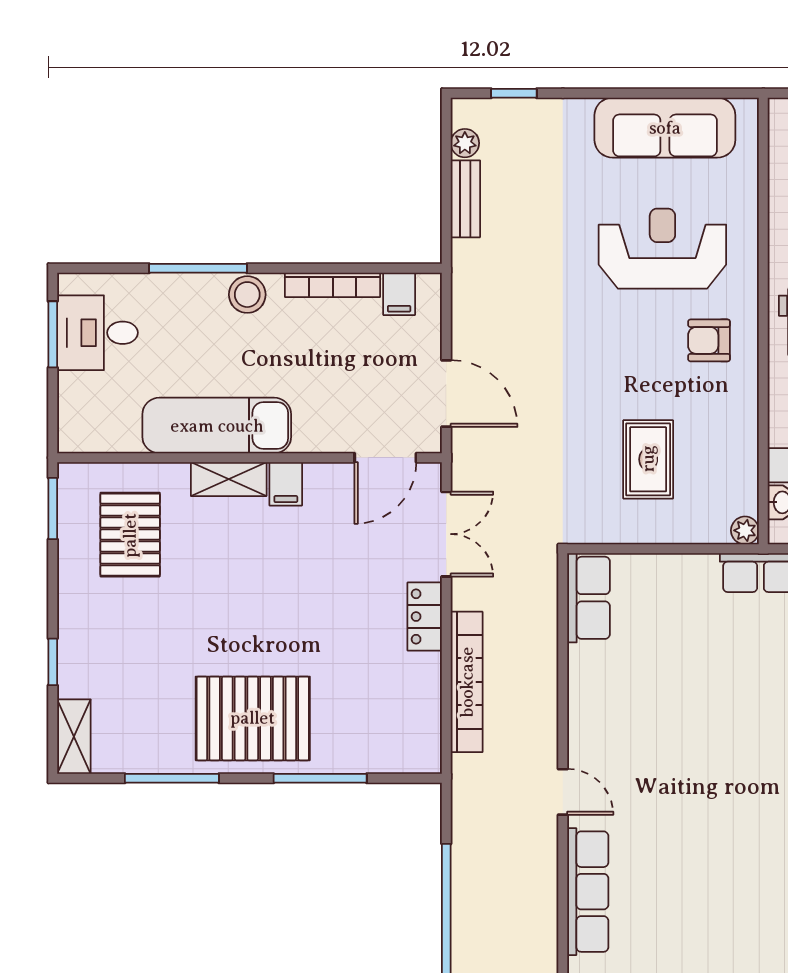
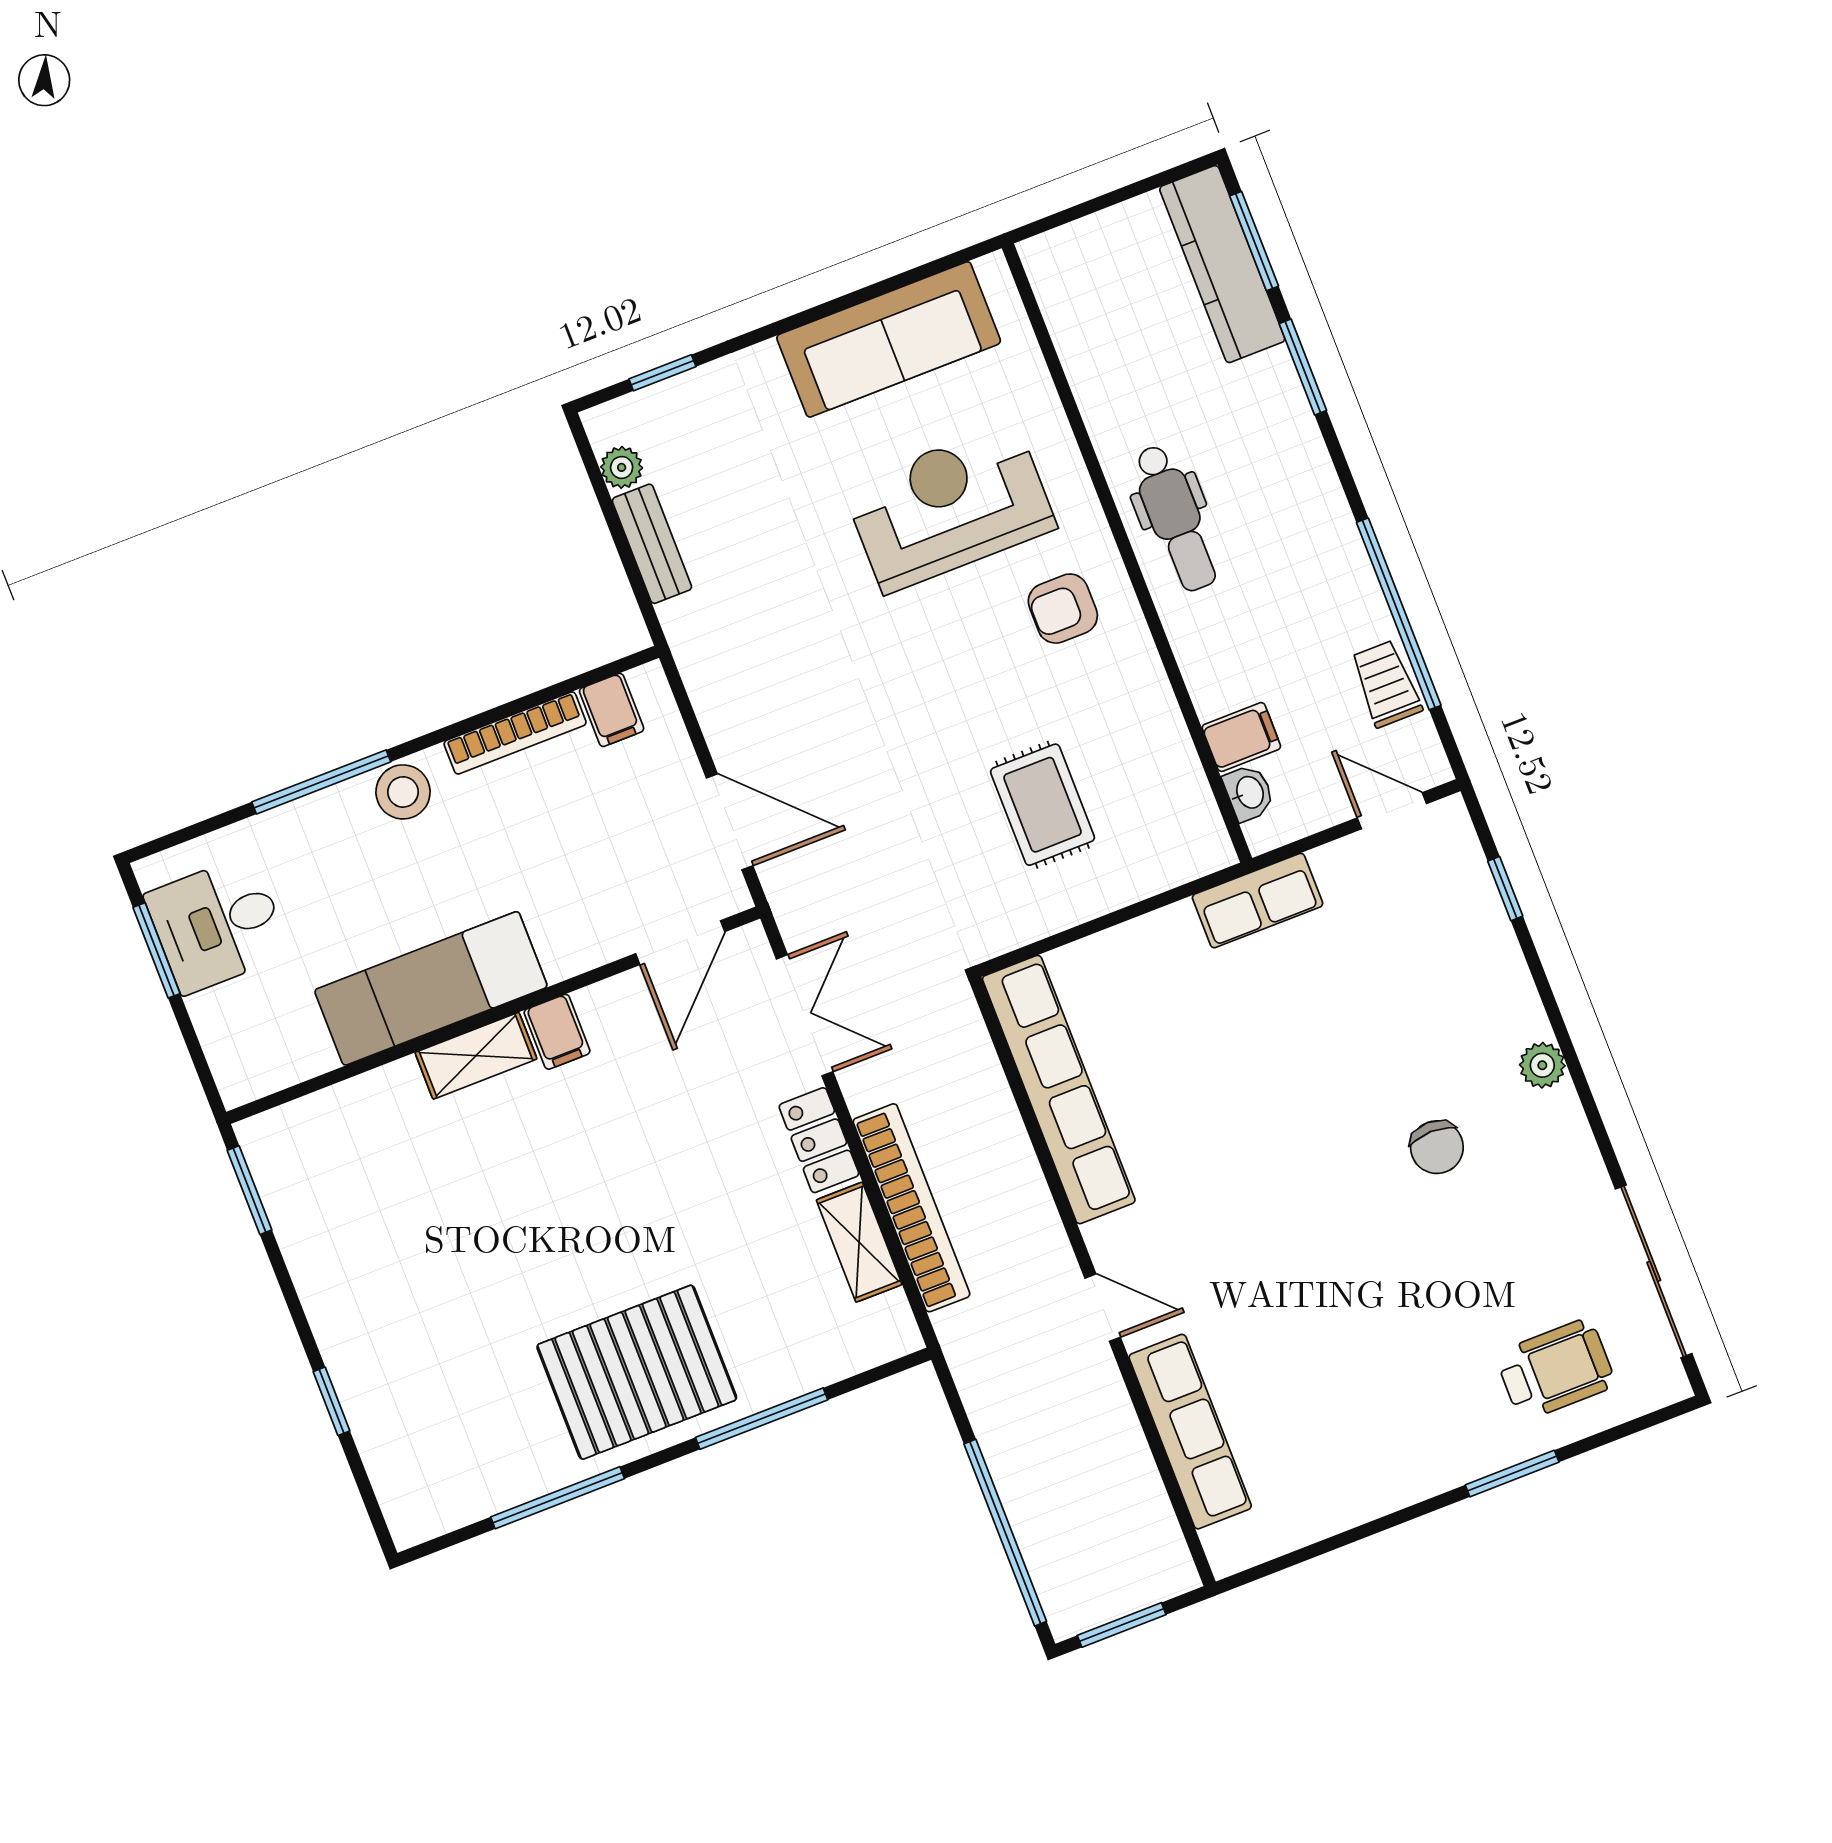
plant: (745, 530) -> (1214, 851), removed
pallet: (130, 535) -> (370, 1185), removed
row of seats: (589, 598) -> (1059, 1090), width x2.02
shelving: (74, 737) -> (859, 1242), moved

